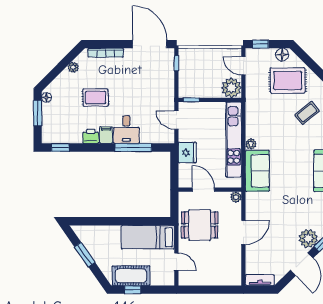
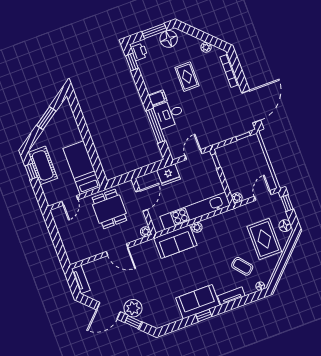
plant: (231, 88) -> (237, 198), width x0.53, depth x0.53
floor lamp: (46, 98) -> (169, 39), width x1.89, depth x1.89
printer: (91, 136) -> (139, 52), moved

